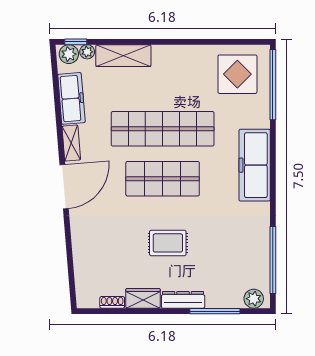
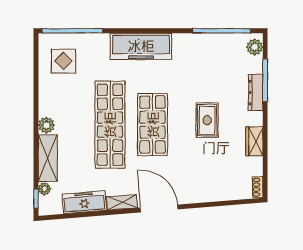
plant: (69, 54) -> (46, 125), moved
display table: (237, 74) -> (64, 61), width x0.73, depth x0.73
dresser: (183, 300) -> (256, 93), moved
shoe rack: (112, 302) -> (258, 187), moved

